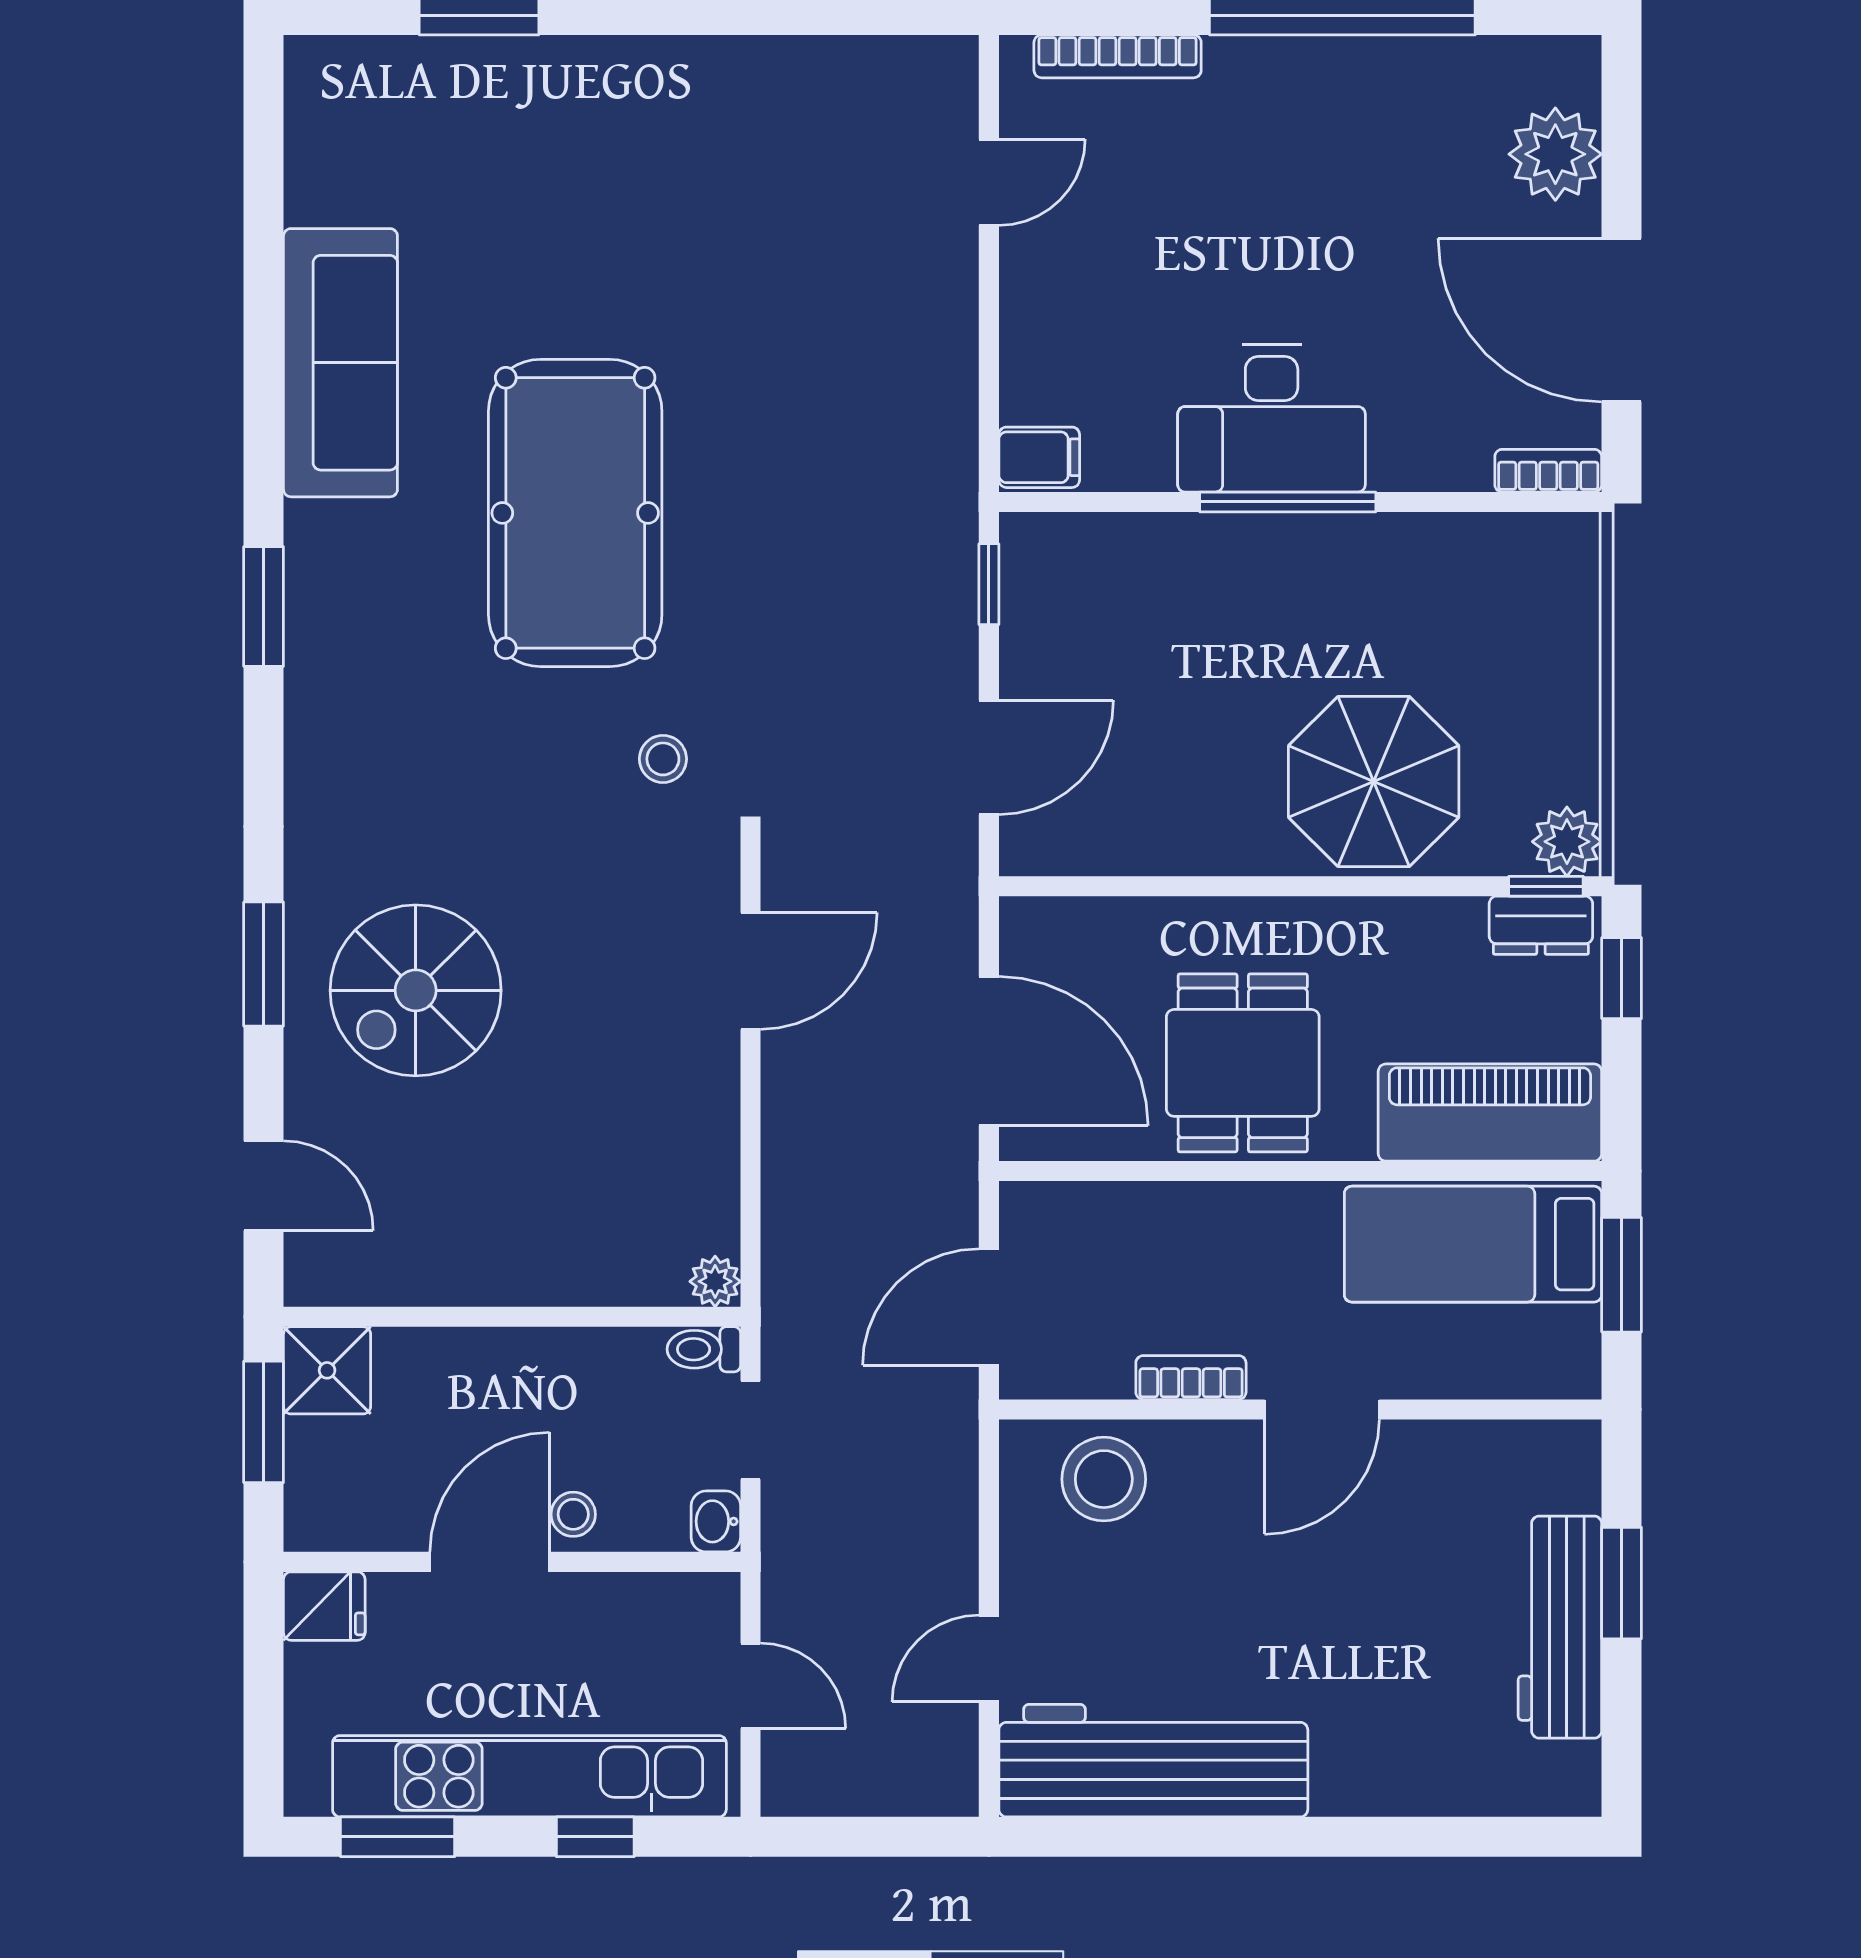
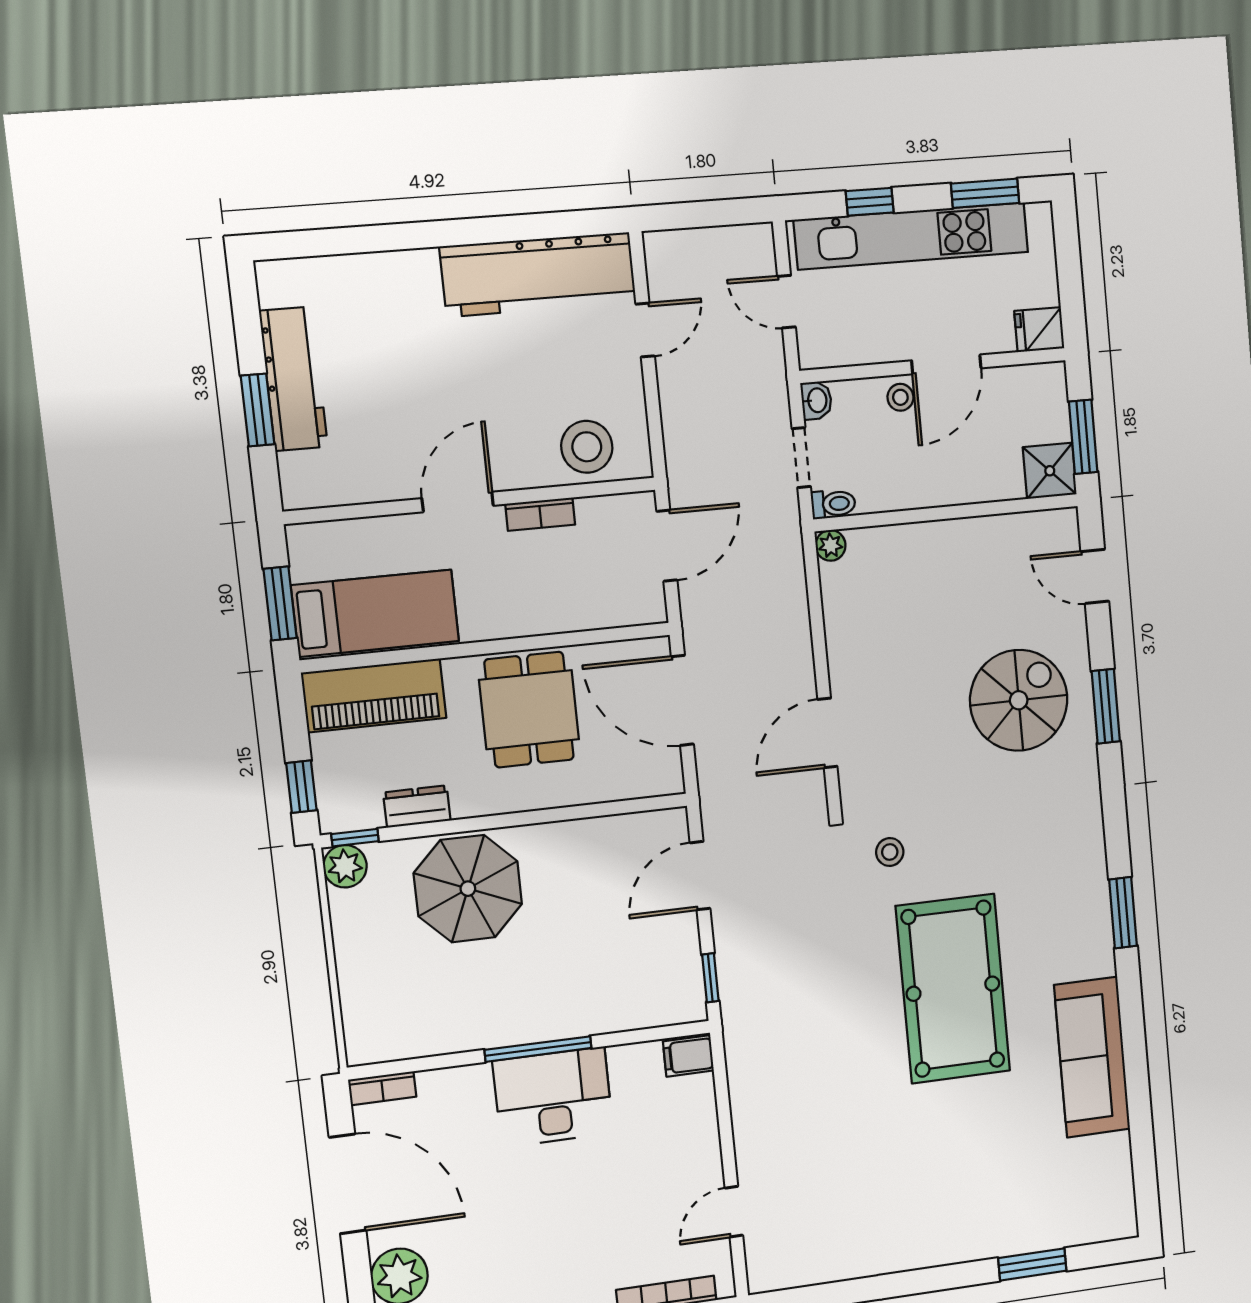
dresser: (1541, 925) -> (417, 807), moved

